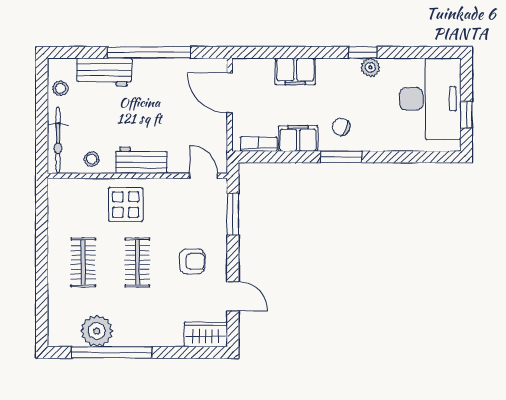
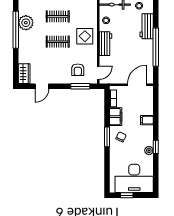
filing cabinet: (295, 71) -> (147, 120), width x0.50
armchair: (192, 261) -> (78, 70), moved

